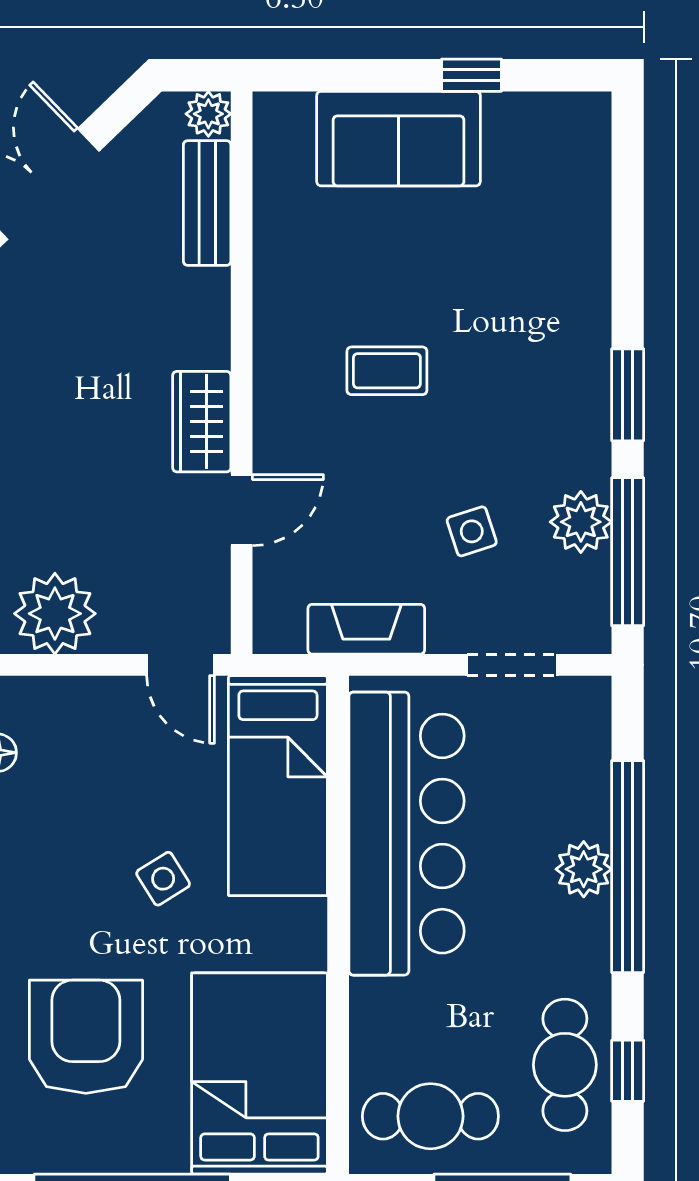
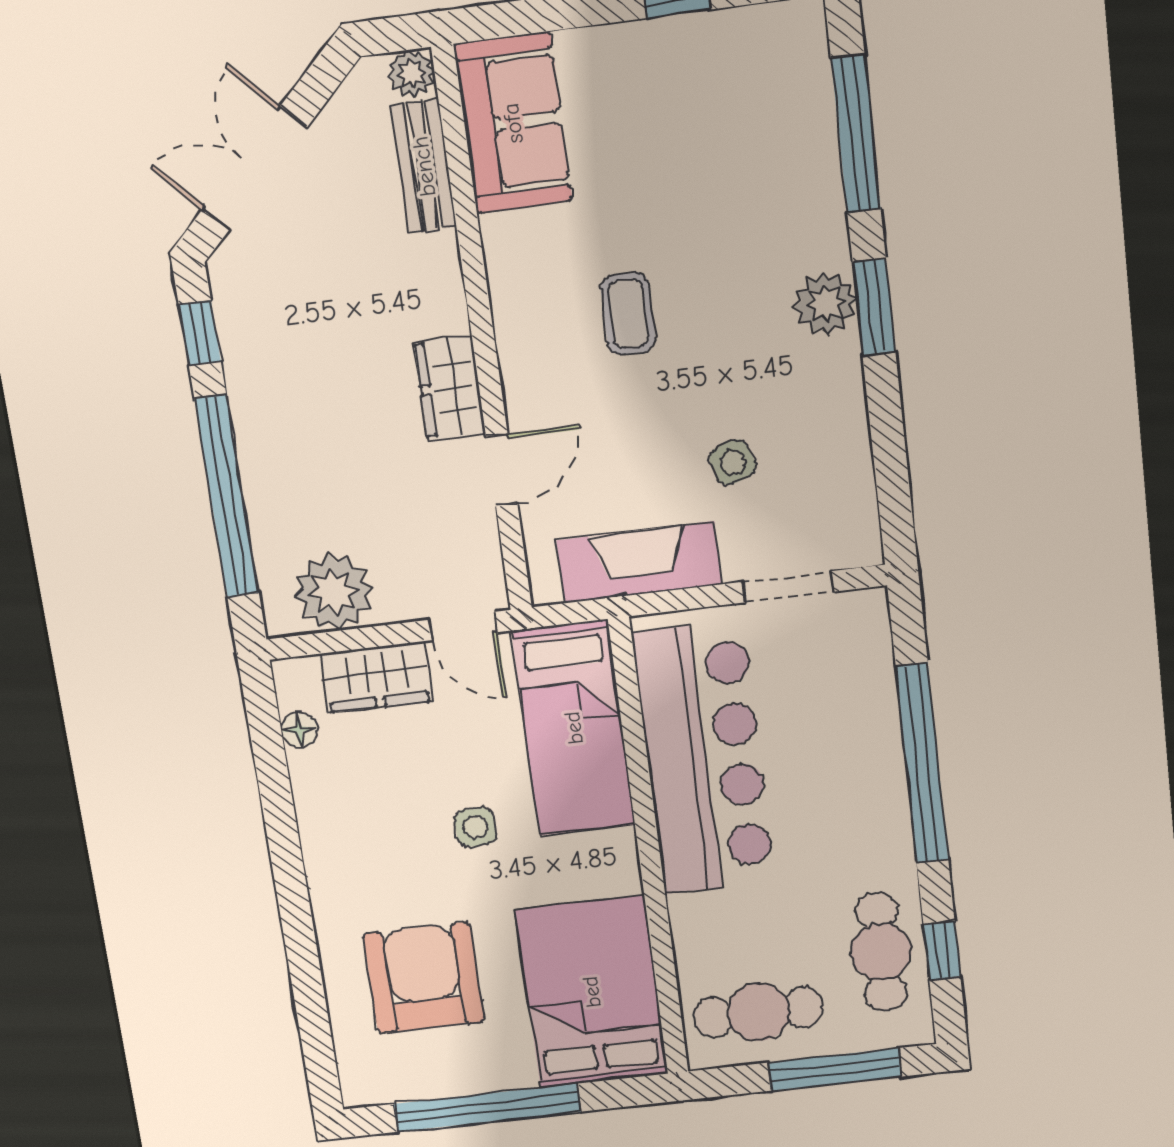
sofa: (398, 139) -> (513, 123), moved, turned -90
coffee table: (387, 371) -> (628, 314), turned 90
plant: (581, 522) -> (826, 303), moved
window: (628, 552) -> (856, 134), moved
fireplace: (366, 629) -> (639, 562), width x1.37, depth x1.32
wardrobe: (85, 707) -> (376, 677), added
plant: (584, 869) -> (880, 771), removed
side table: (163, 879) -> (475, 827), turned 32

